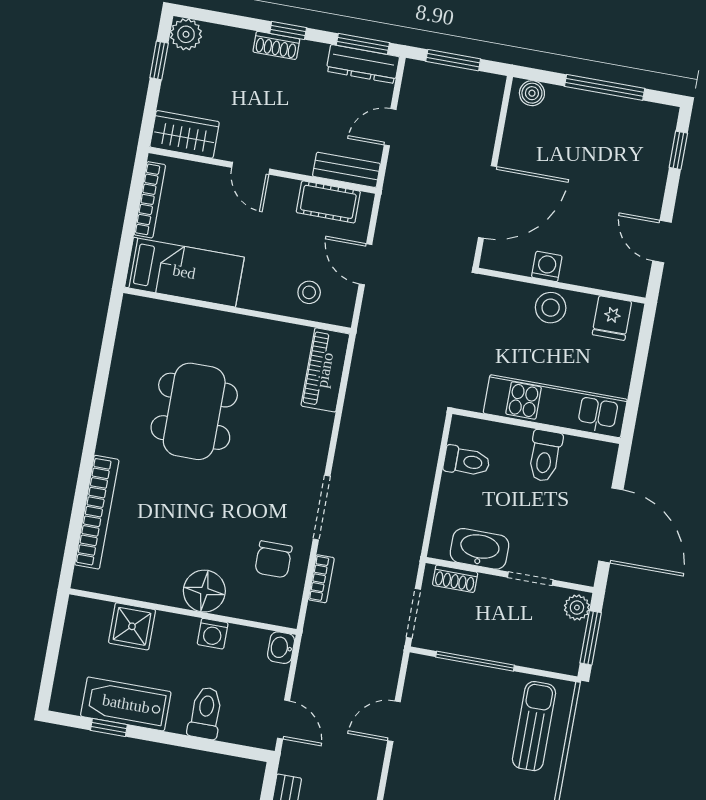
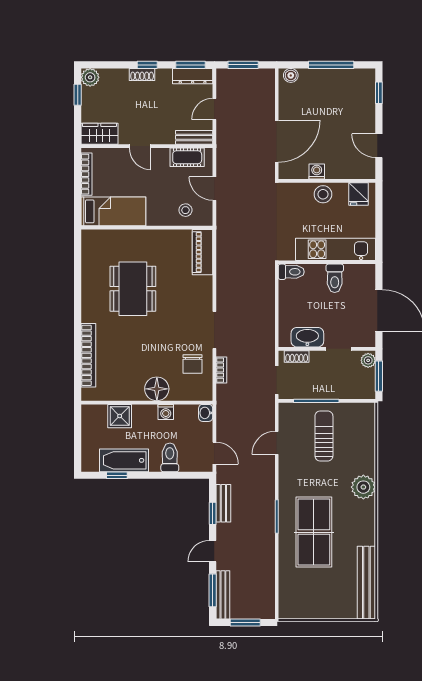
toilet: (467, 461) -> (291, 272), moved
sun lounger: (534, 726) -> (324, 436), moved

